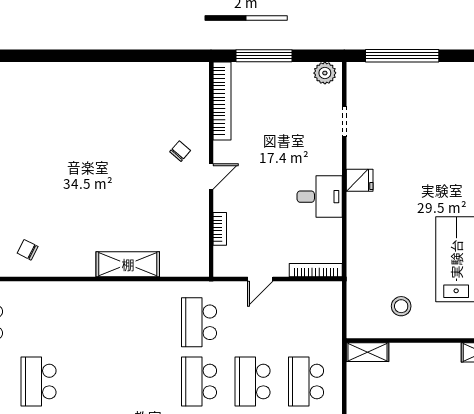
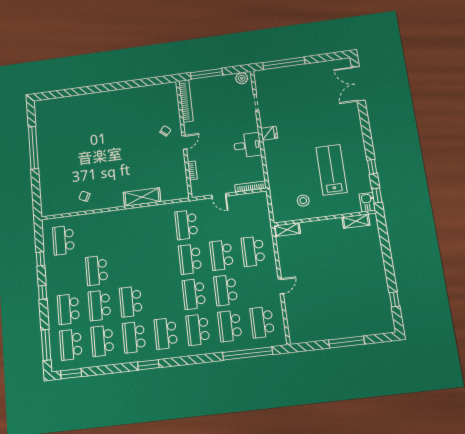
door: (260, 279) -> (219, 196), hinge flipped

